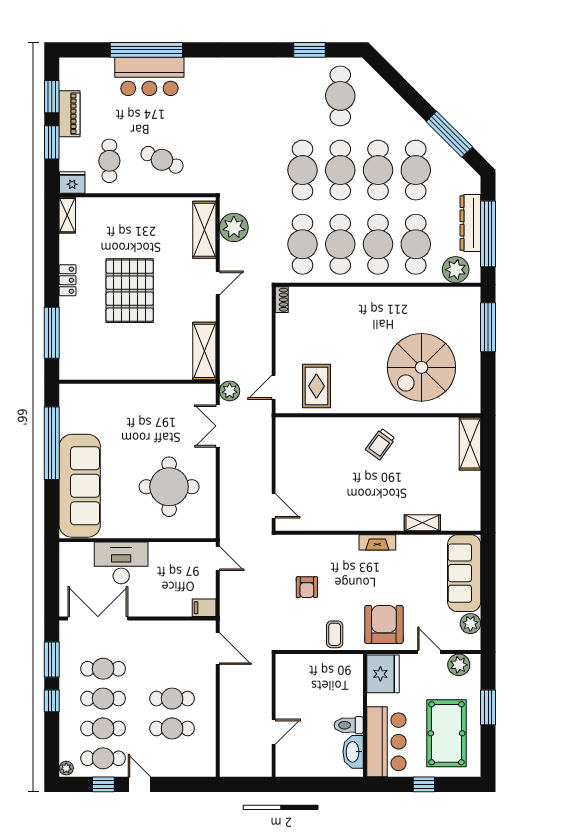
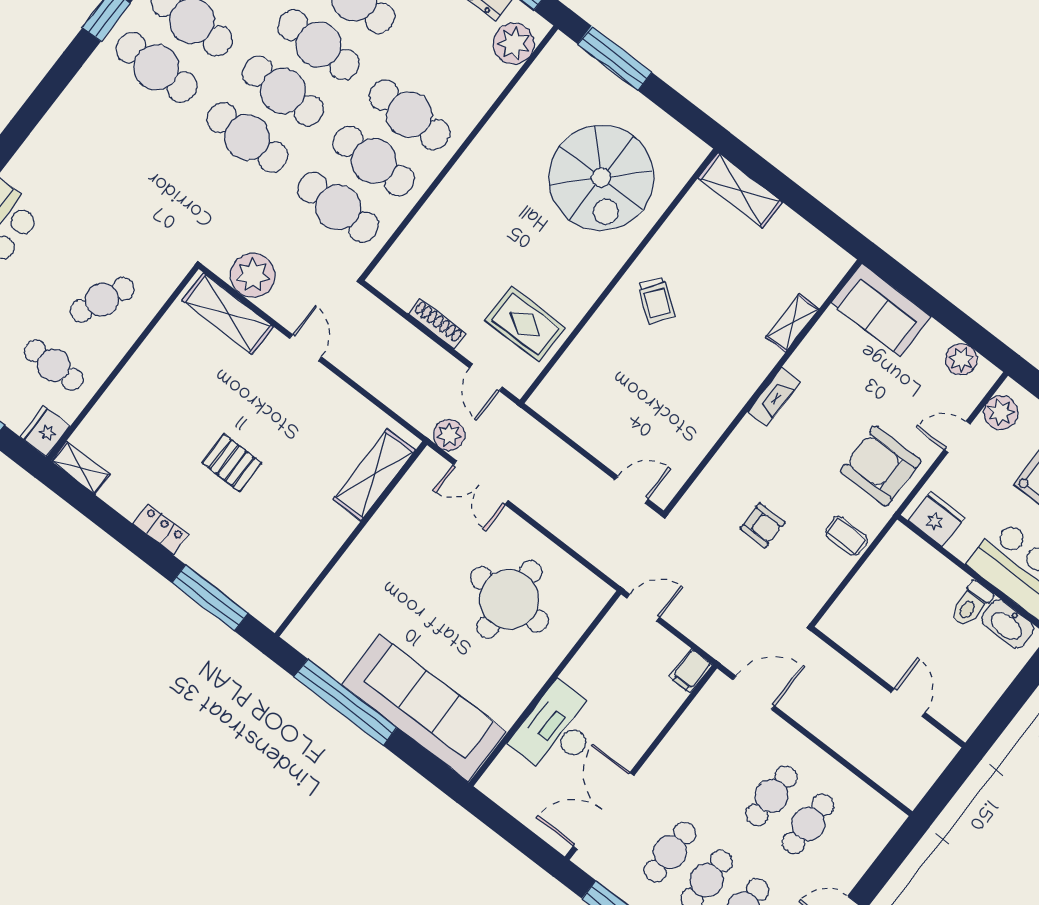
cafe table: (416, 244) -> (156, 67), moved
pallet: (130, 291) -> (232, 463), width x0.49, depth x0.50
shoe rack: (282, 300) -> (437, 324), moved, width x1.43
shelving: (204, 351) -> (374, 475), moved, turned 90
sofa: (464, 573) -> (881, 310), width x0.73
fridge: (383, 674) -> (937, 519), width x0.73, depth x0.75

